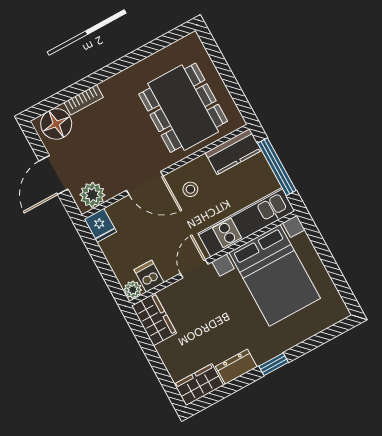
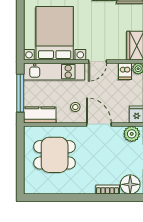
dining table: (183, 108) -> (55, 155), width x0.73

